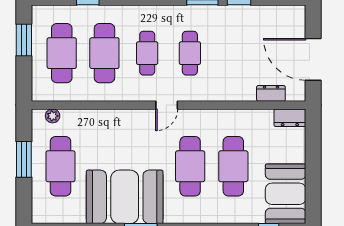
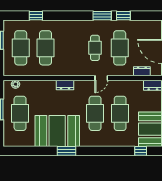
cafe table: (147, 53) -> (120, 48), moved, width x1.37, depth x1.35
door: (167, 105) -> (101, 78), moved
dresser: (138, 117) -> (65, 85), added

